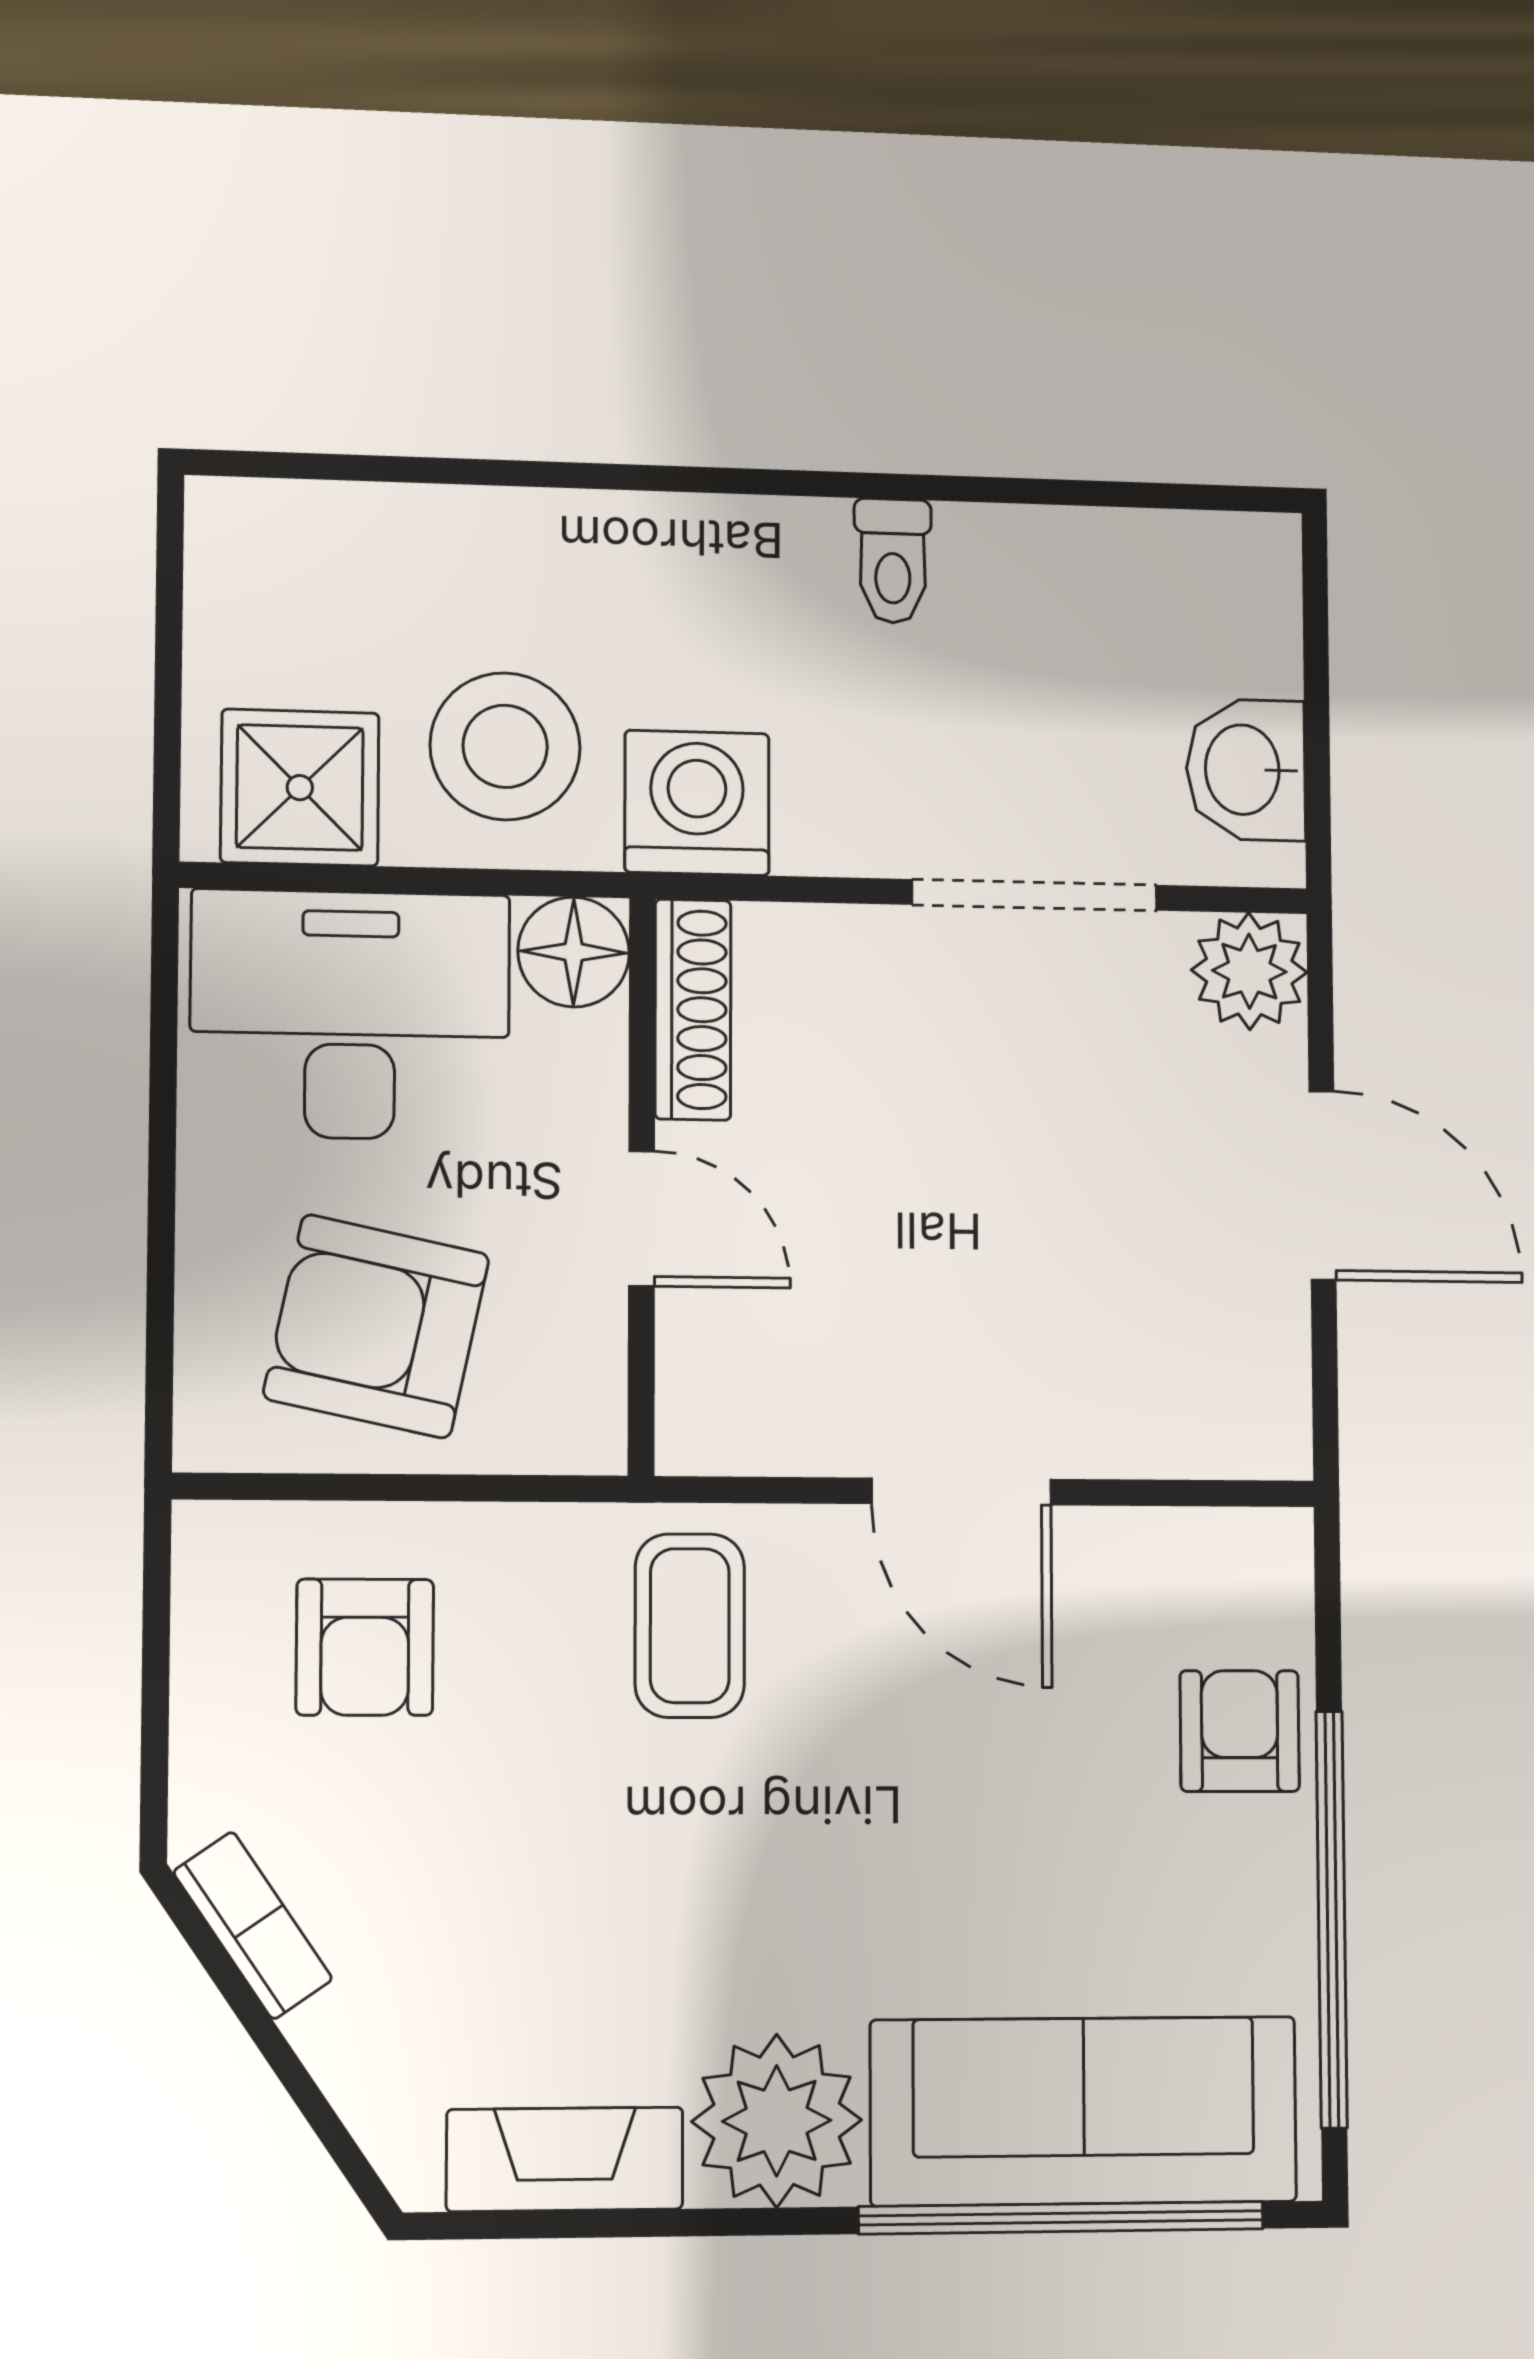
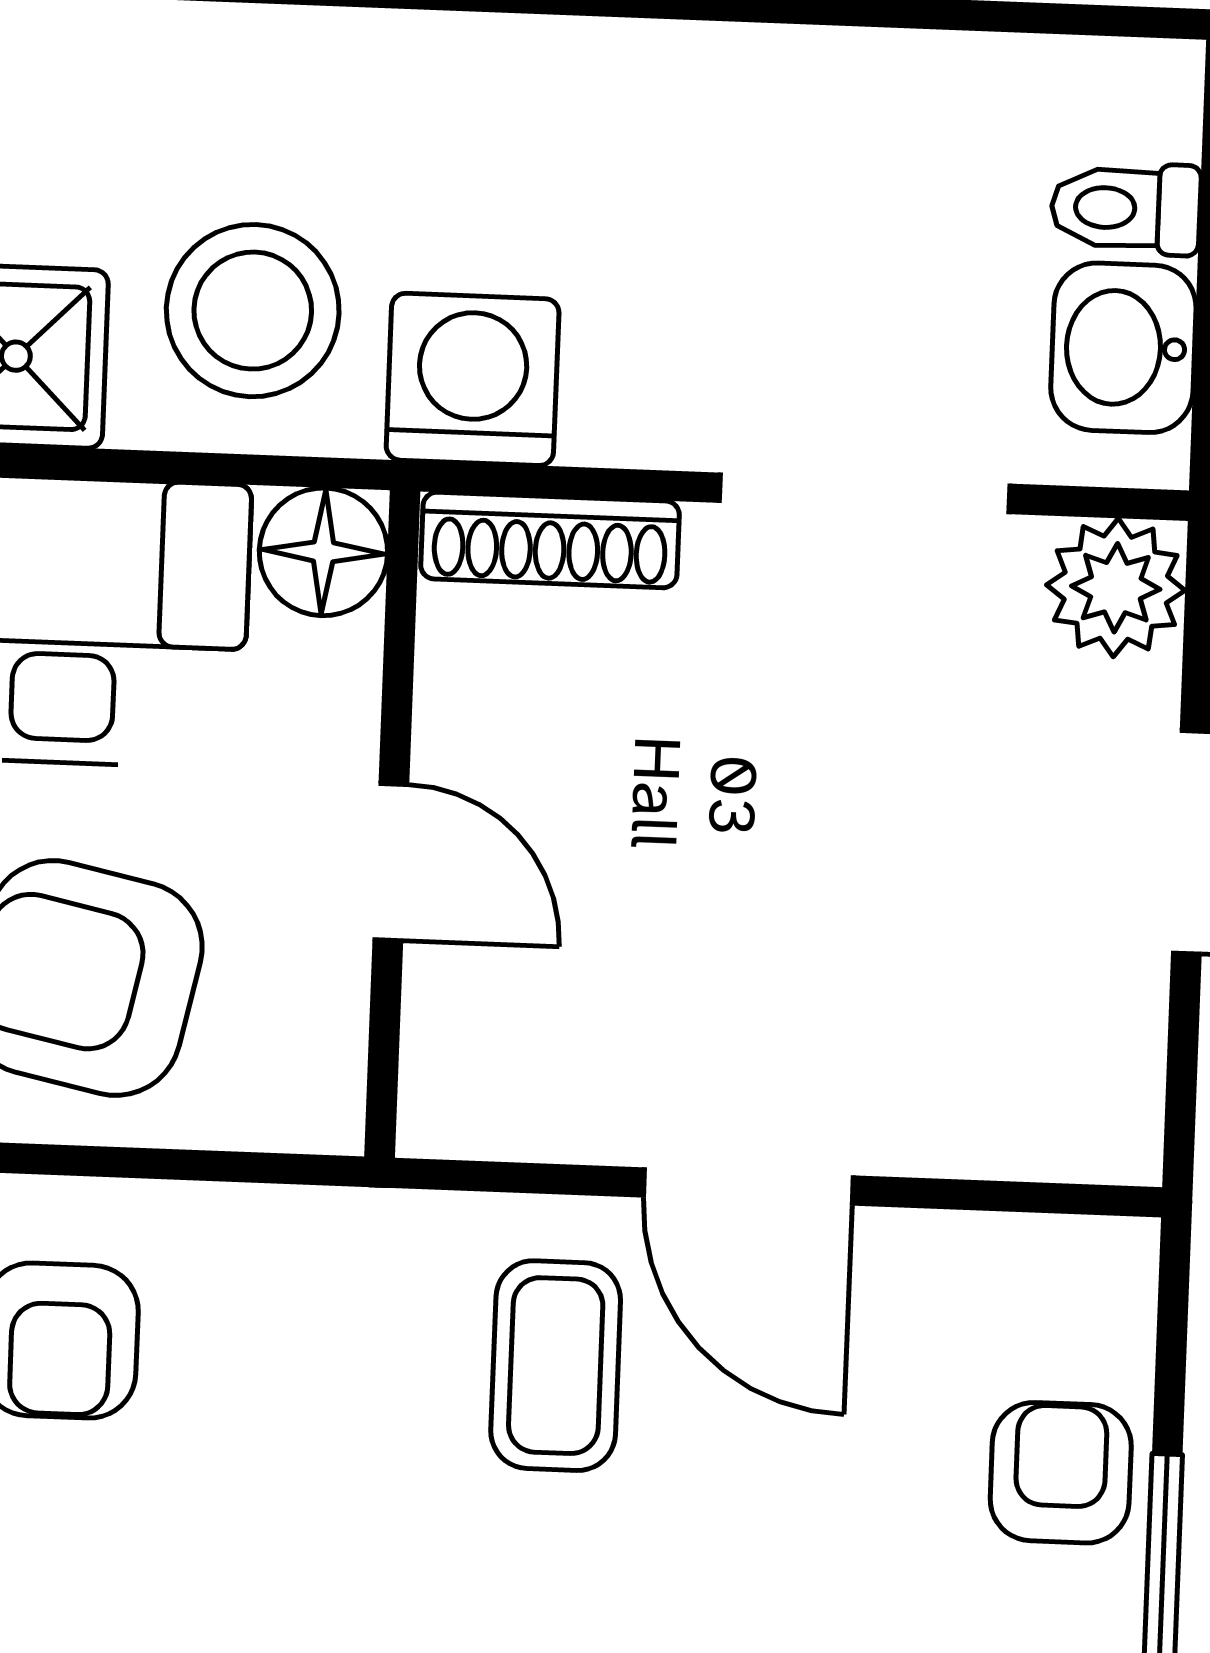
toilet: (893, 561) -> (1126, 208), moved, turned 90
shoe rack: (693, 1010) -> (550, 540), moved, turned 90
coffee table: (690, 1626) -> (556, 1366), moved

